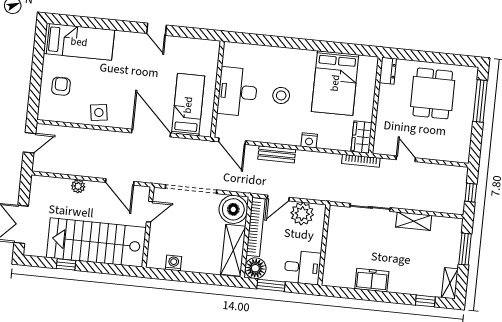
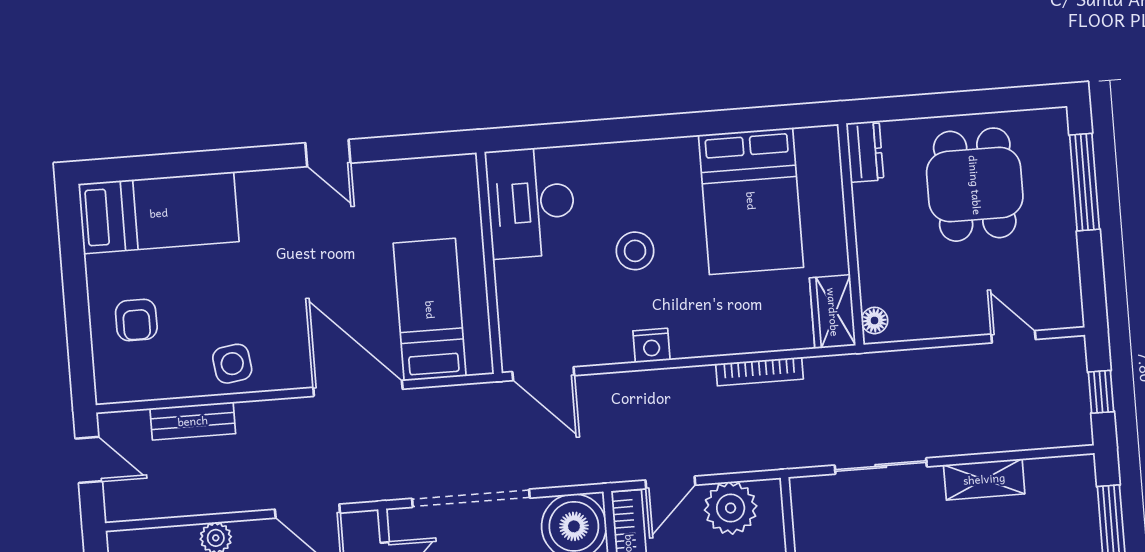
armchair: (61, 86) -> (136, 320), turned 180
desk: (237, 92) -> (531, 202), moved
nightstand: (309, 140) -> (651, 345), moved
door: (30, 143) -> (89, 460), hinge flipped
floor lamp: (379, 144) -> (875, 320), added
bench: (277, 154) -> (193, 421), moved
door: (406, 159) -> (1013, 337), moved
bookcase: (361, 161) -> (759, 371), moved

